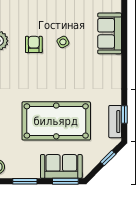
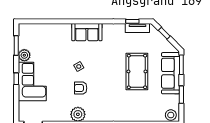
sofa: (110, 33) -> (87, 32), moved
pool table: (56, 121) -> (137, 71), width x0.73, depth x0.76
sofa: (61, 166) -> (170, 73), width x1.36

